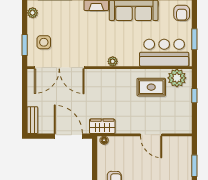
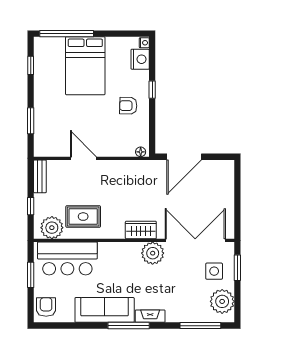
plant: (33, 13) -> (222, 301), width x1.88, depth x1.88
plant: (113, 61) -> (153, 253), moved, width x1.88, depth x1.88
bench: (32, 120) -> (40, 176), moved
wardrobe: (102, 126) -> (141, 230), moved, turned 180
door: (68, 136) -> (184, 157), hinge flipped

